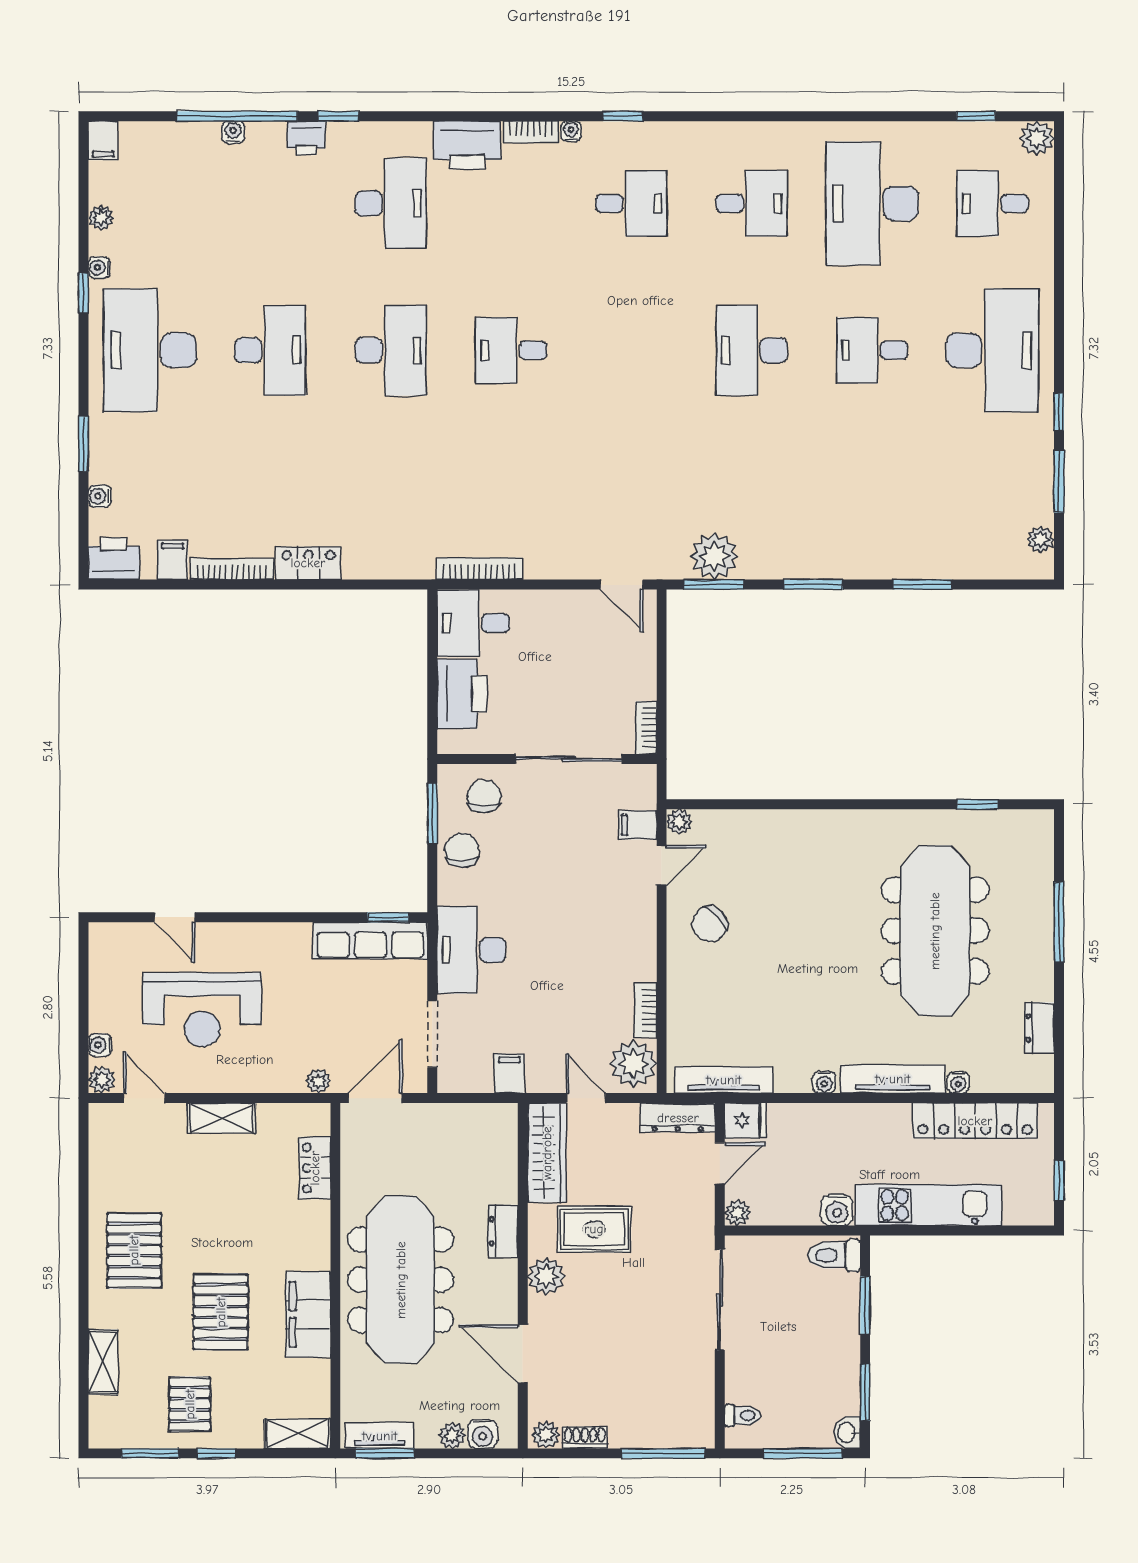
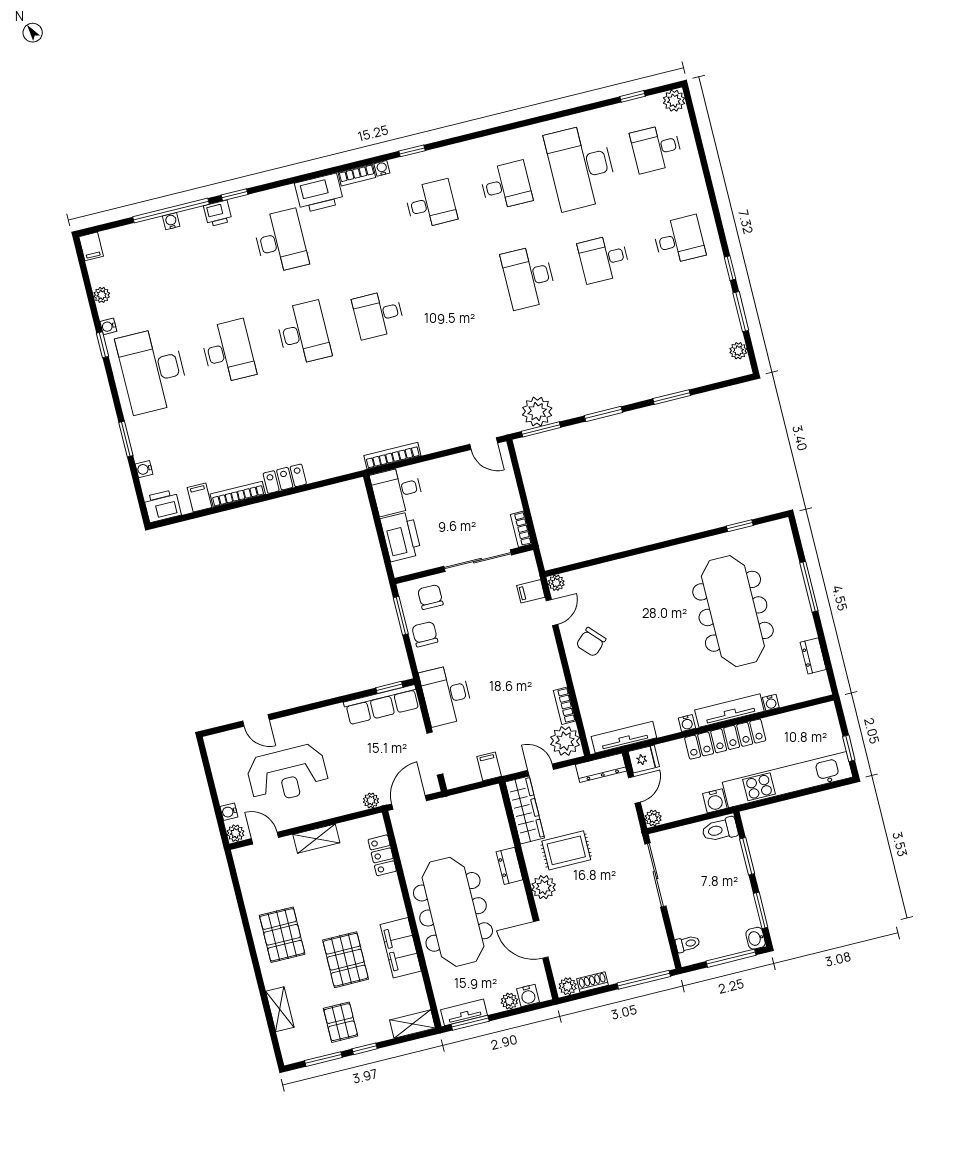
desk: (993, 350) -> (679, 240), width x0.53, depth x0.77
locker: (975, 1121) -> (725, 739), moved
kitchen unit: (928, 1205) -> (788, 780), width x1.36

